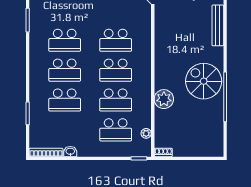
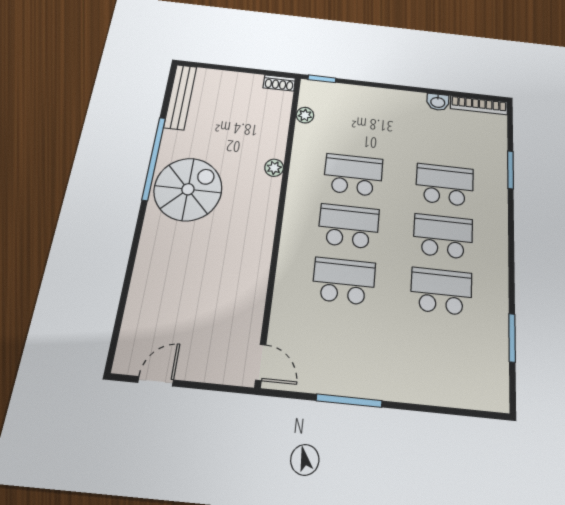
bench: (218, 25) -> (180, 97), moved
spiral stairs: (204, 81) -> (188, 189), turned -90
plant: (164, 99) -> (274, 168), width x0.53, depth x0.53
school desk: (116, 130) -> (358, 127), removed

